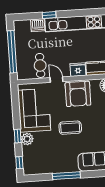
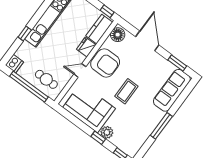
dishwasher: (38, 25) -> (14, 63), moved
cafe table: (40, 65) -> (46, 79), moved

